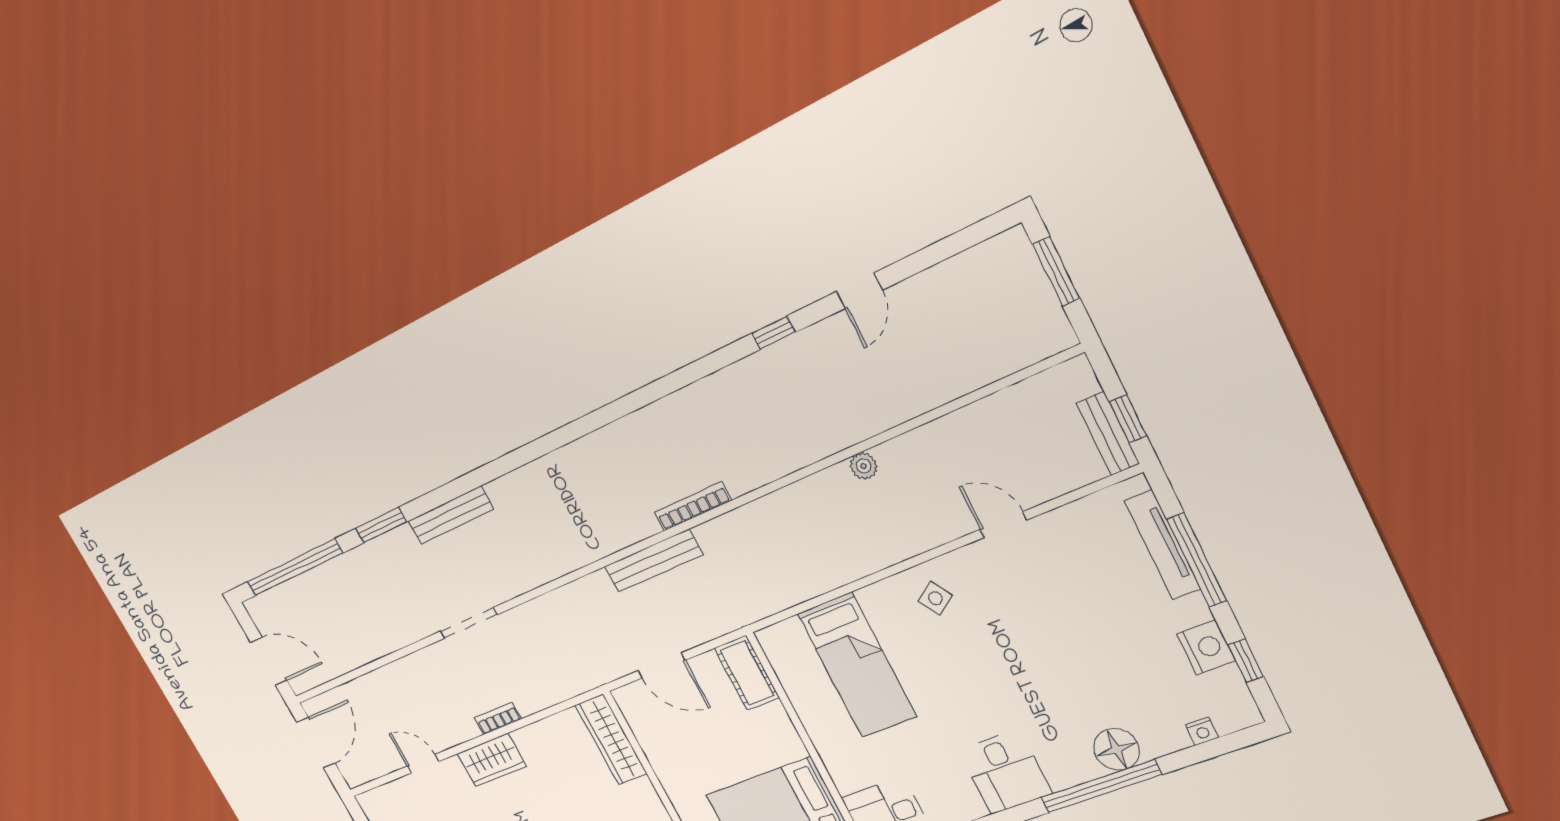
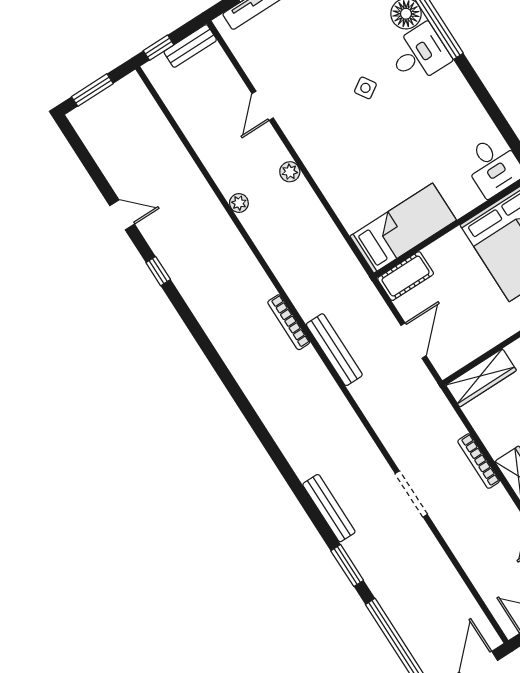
window: (1128, 419) -> (159, 48), moved
plant: (903, 546) -> (290, 172), added
side table: (935, 598) -> (365, 88), moved
bed: (857, 665) -> (403, 228), moved
bookcase: (498, 718) -> (479, 461), width x1.56
desk: (1005, 772) -> (419, 54), moved

